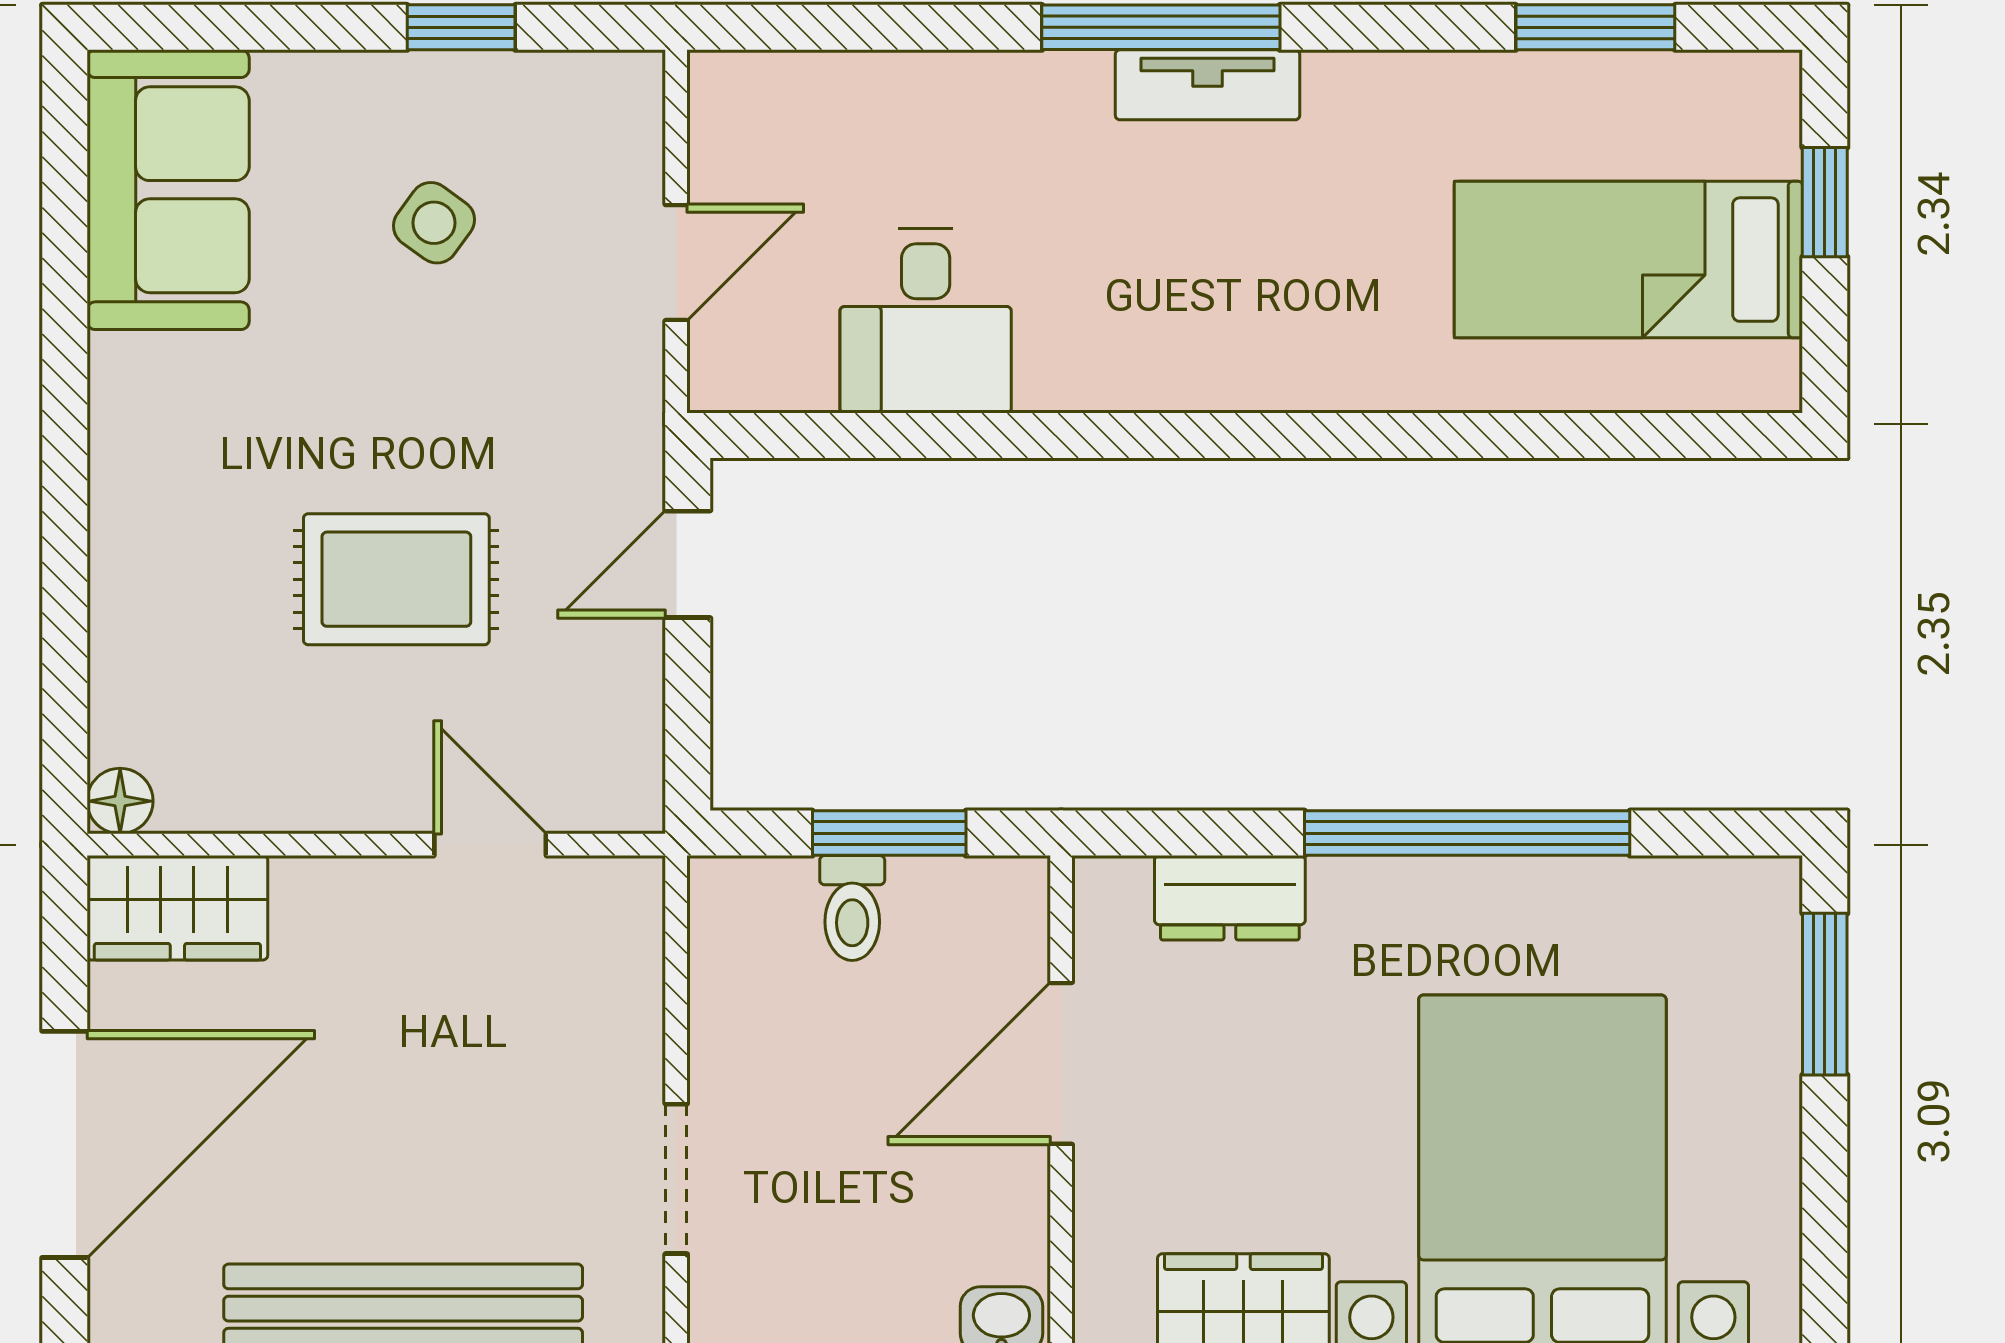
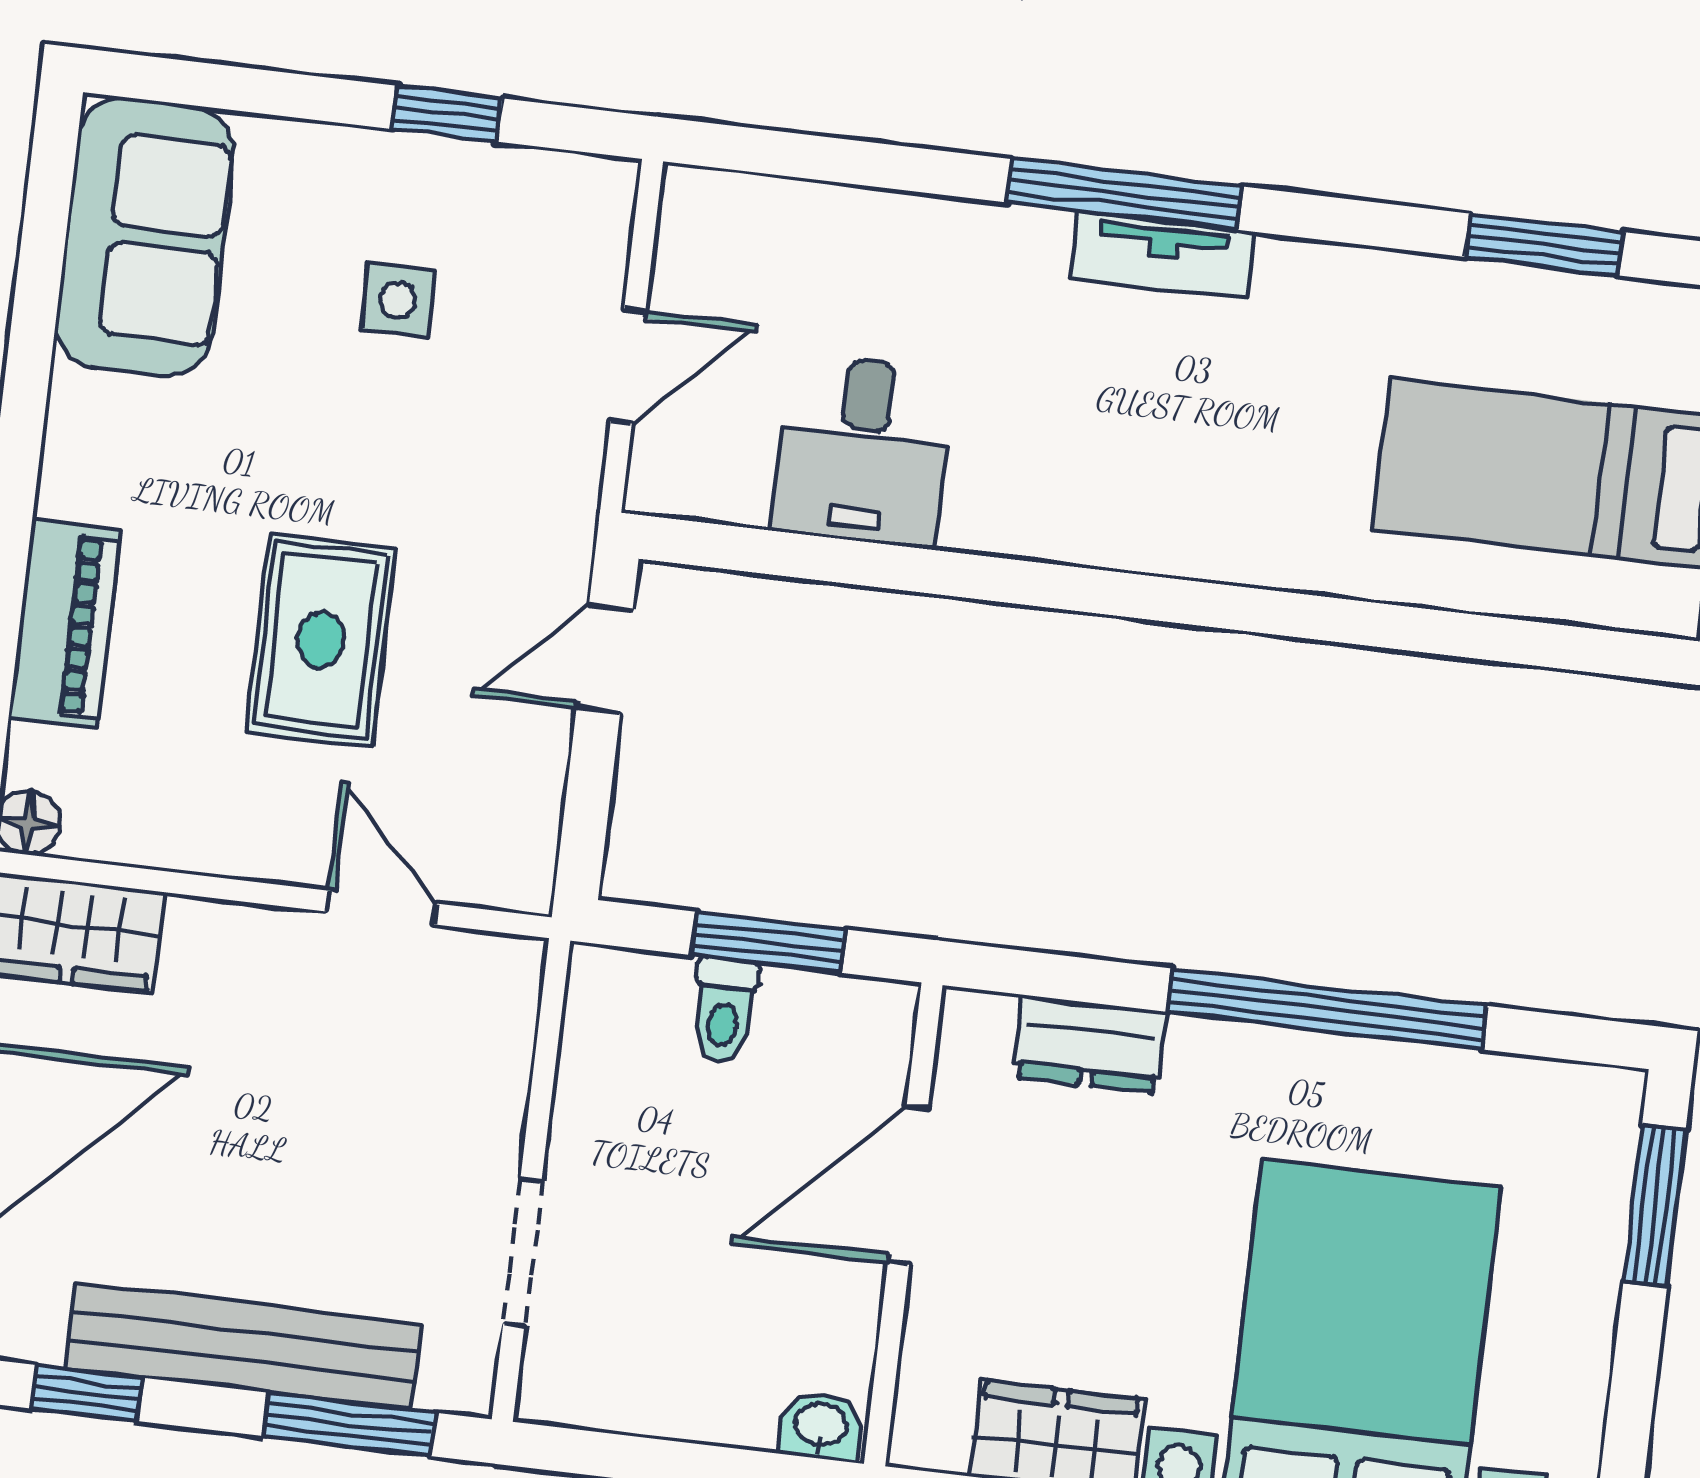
side table: (434, 223) -> (398, 300), turned -36
rug: (396, 579) -> (321, 640), turned 90
piano: (133, 594) -> (64, 624), added

